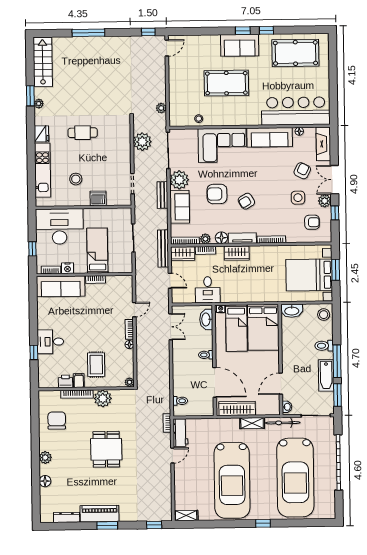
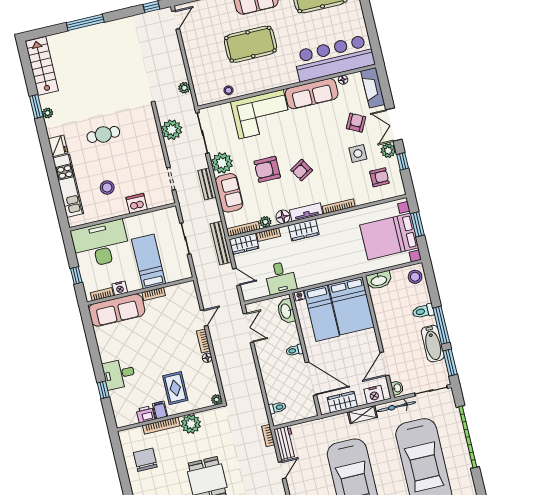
wardrobe: (237, 408) -> (342, 402), width x0.67
nightstand: (266, 408) -> (374, 395), added

